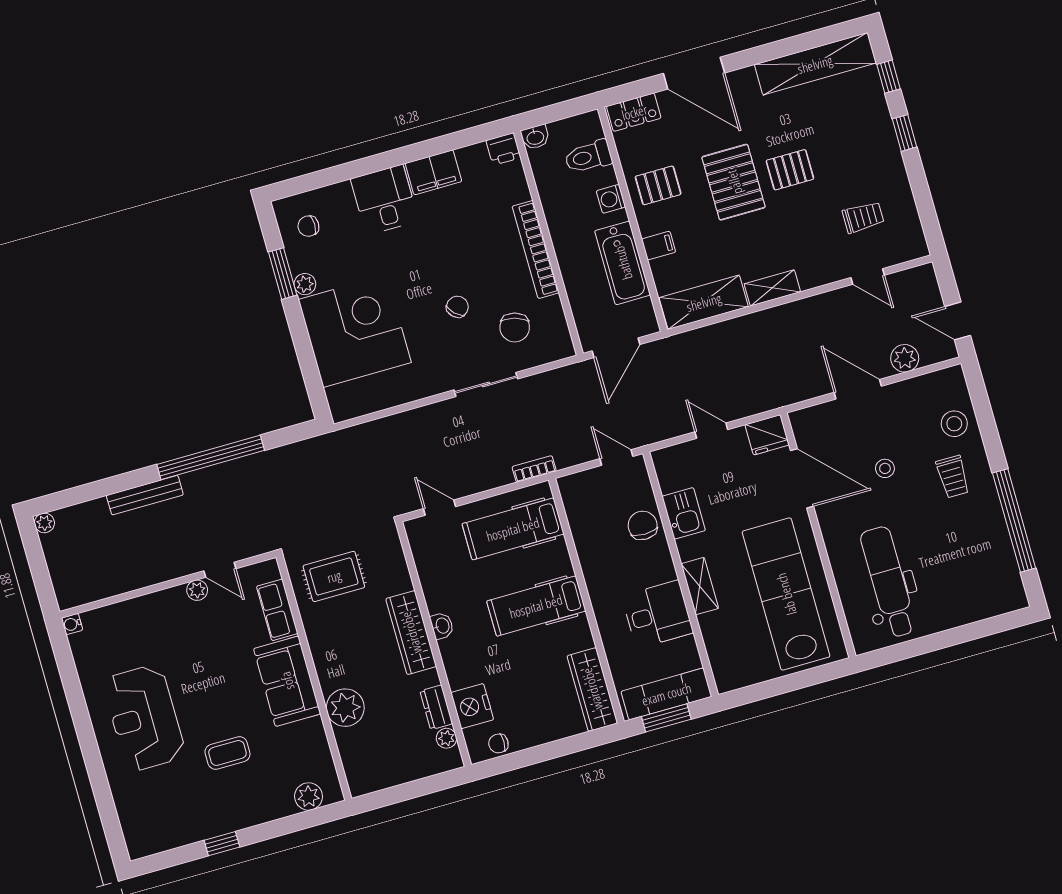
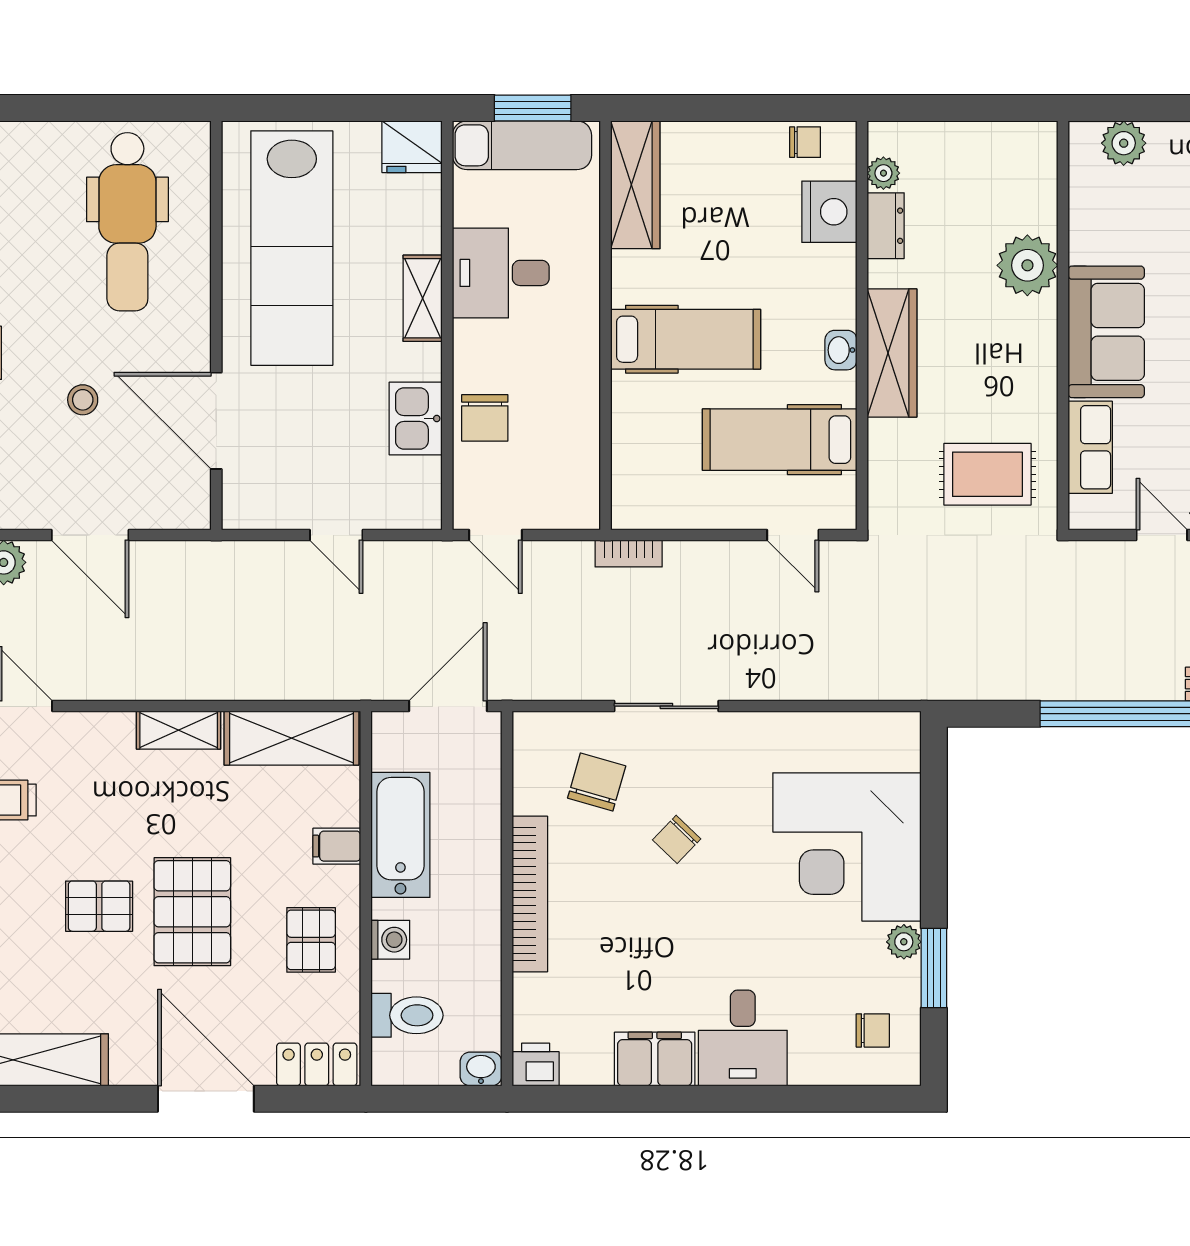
pallet: (658, 185) -> (311, 940), turned 90
fridge: (767, 435) -> (412, 147), moved, turned 180
hospital bed: (513, 529) -> (780, 440), moved, turned 180

